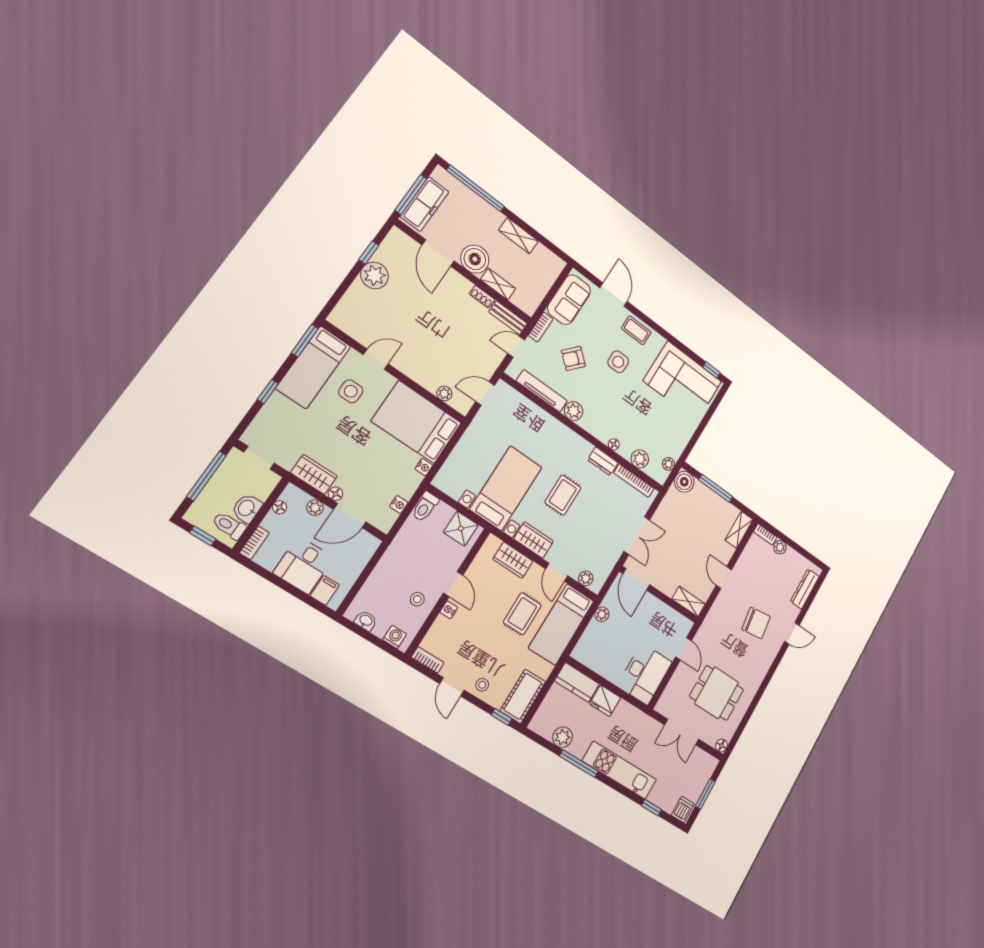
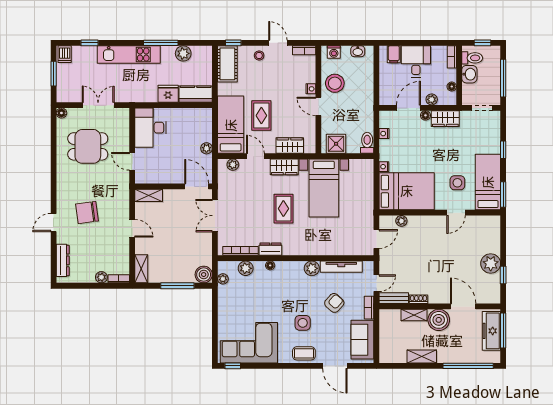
stool: (417, 599) -> (335, 83), width x1.89, depth x1.89

